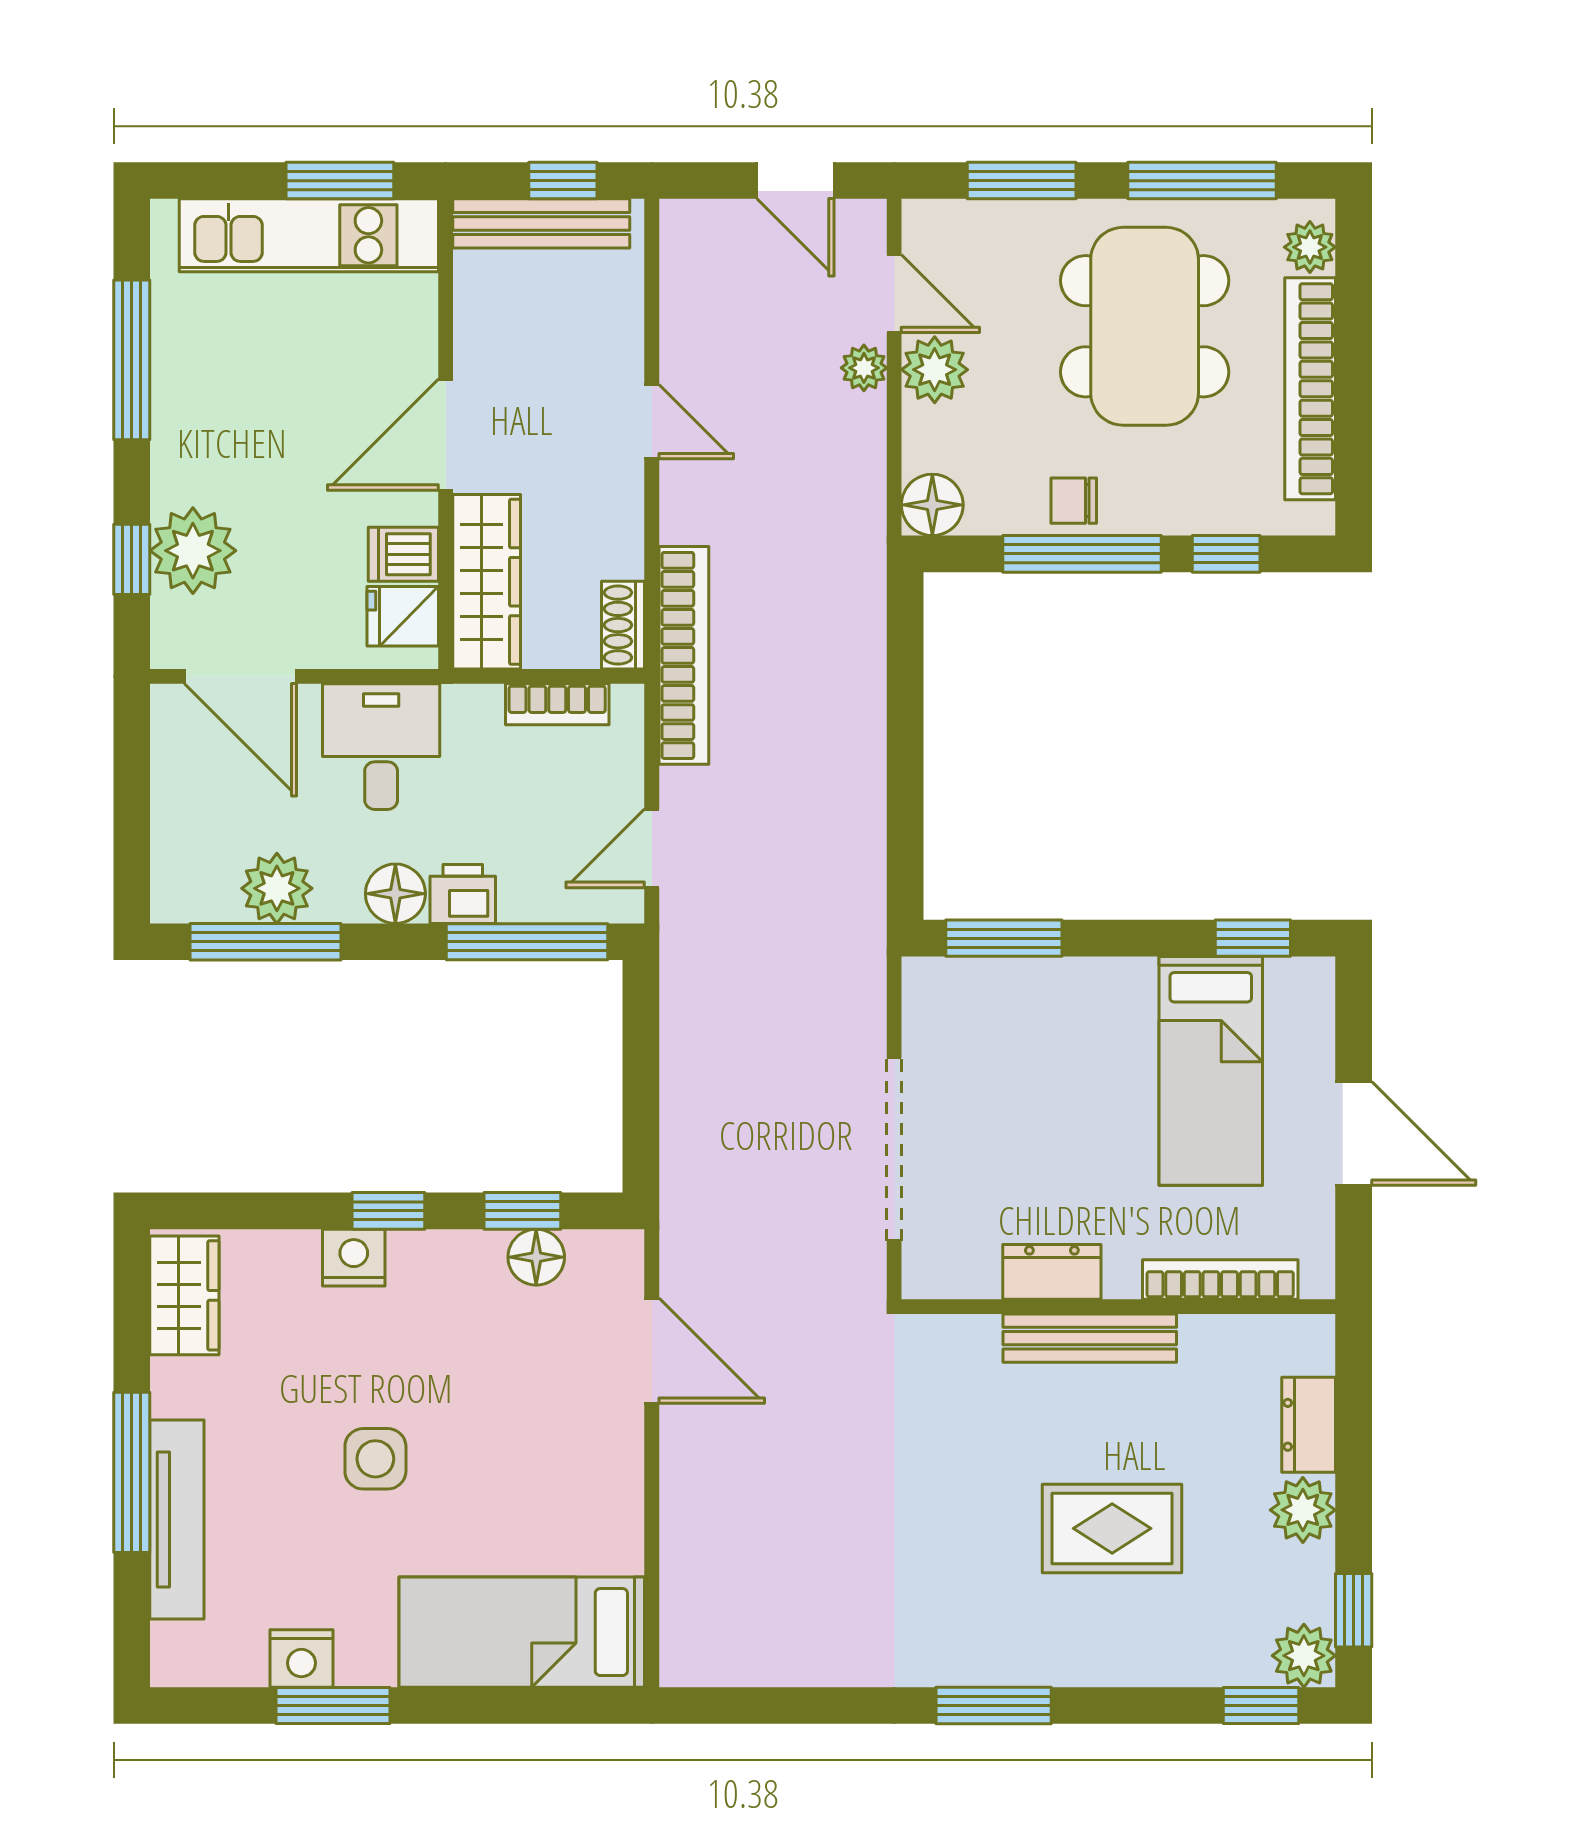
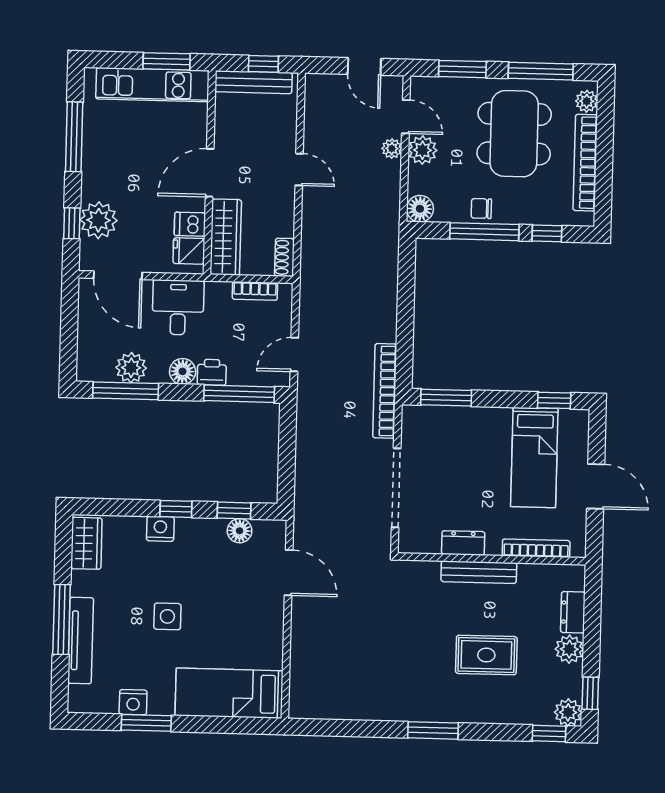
bookcase: (684, 655) -> (385, 391), moved, turned 180

